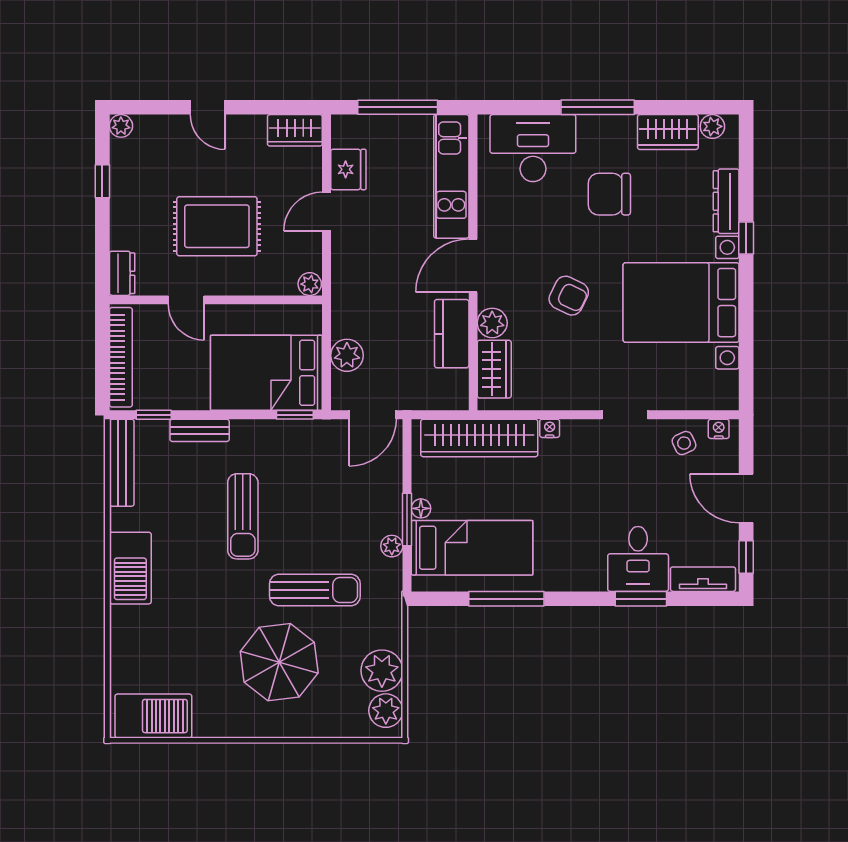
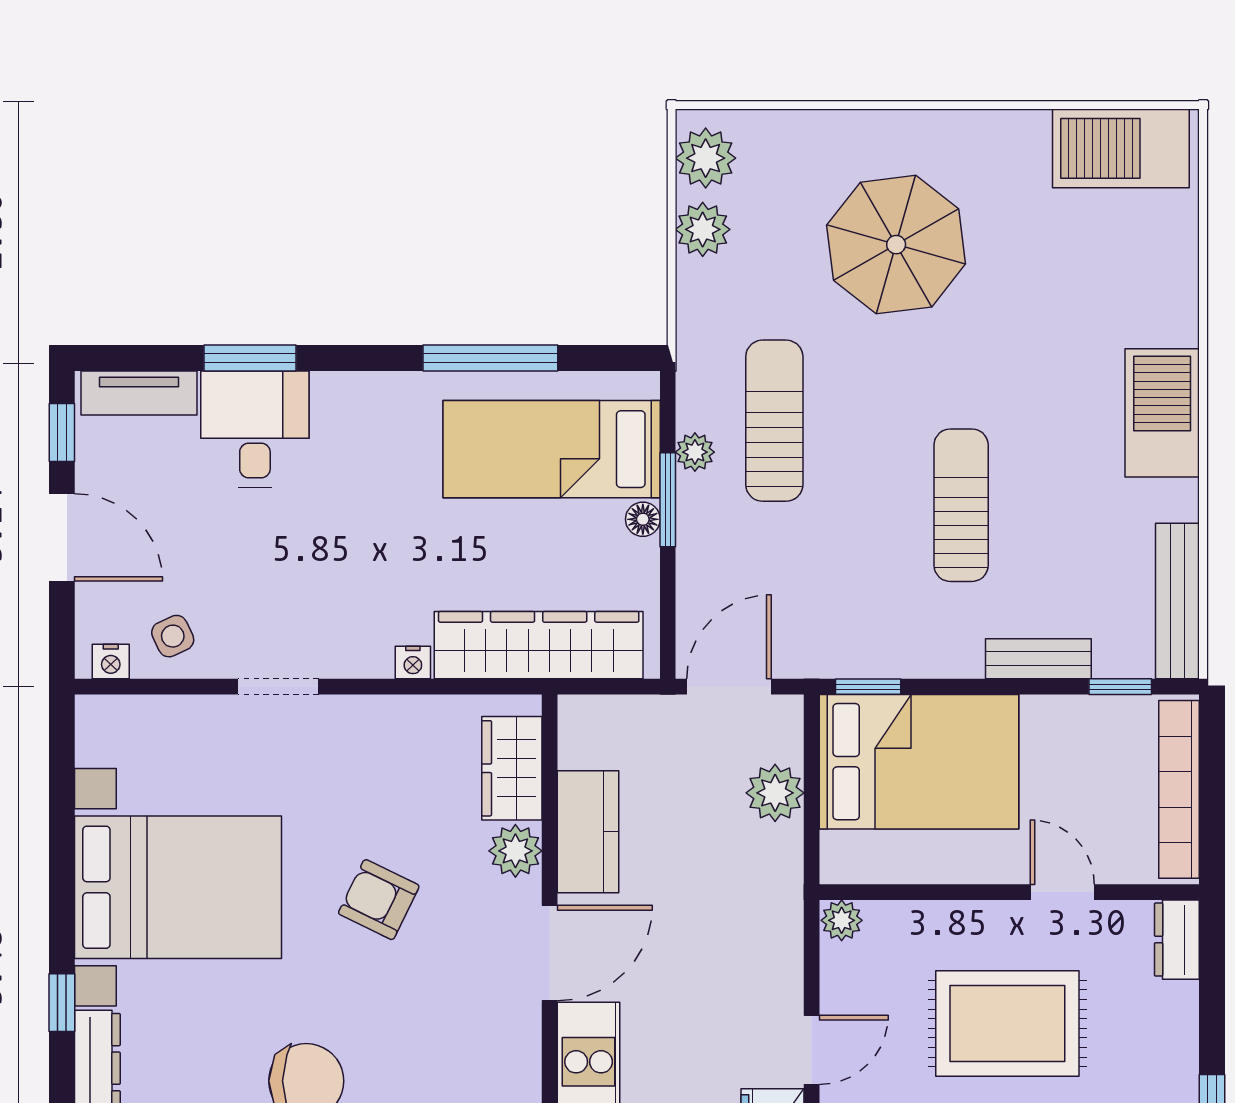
sun lounger: (315, 590) -> (774, 421), moved, turned 90
plant: (382, 671) -> (703, 229), width x0.73, depth x0.73

